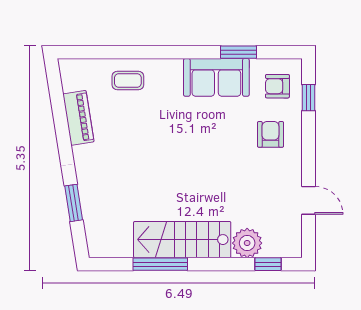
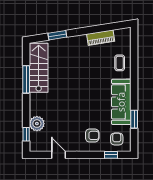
sofa: (216, 77) -> (121, 102), width x1.36
door: (309, 200) -> (59, 155), swing flipped
stairs: (182, 240) -> (39, 68), moved

